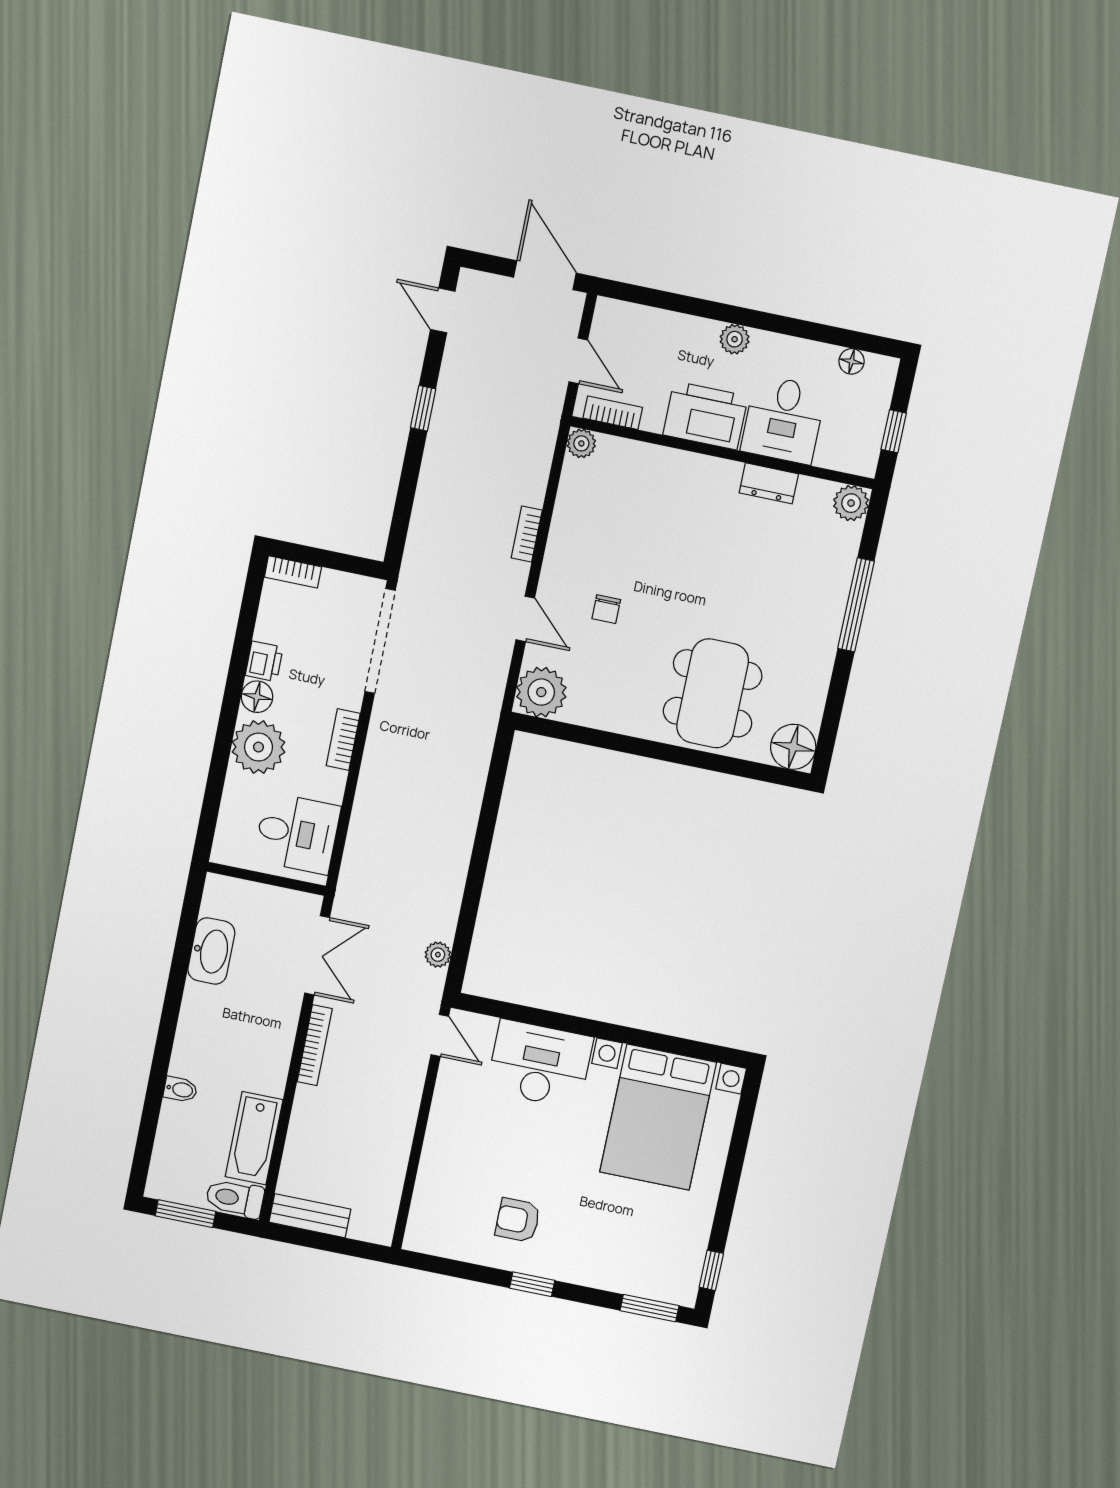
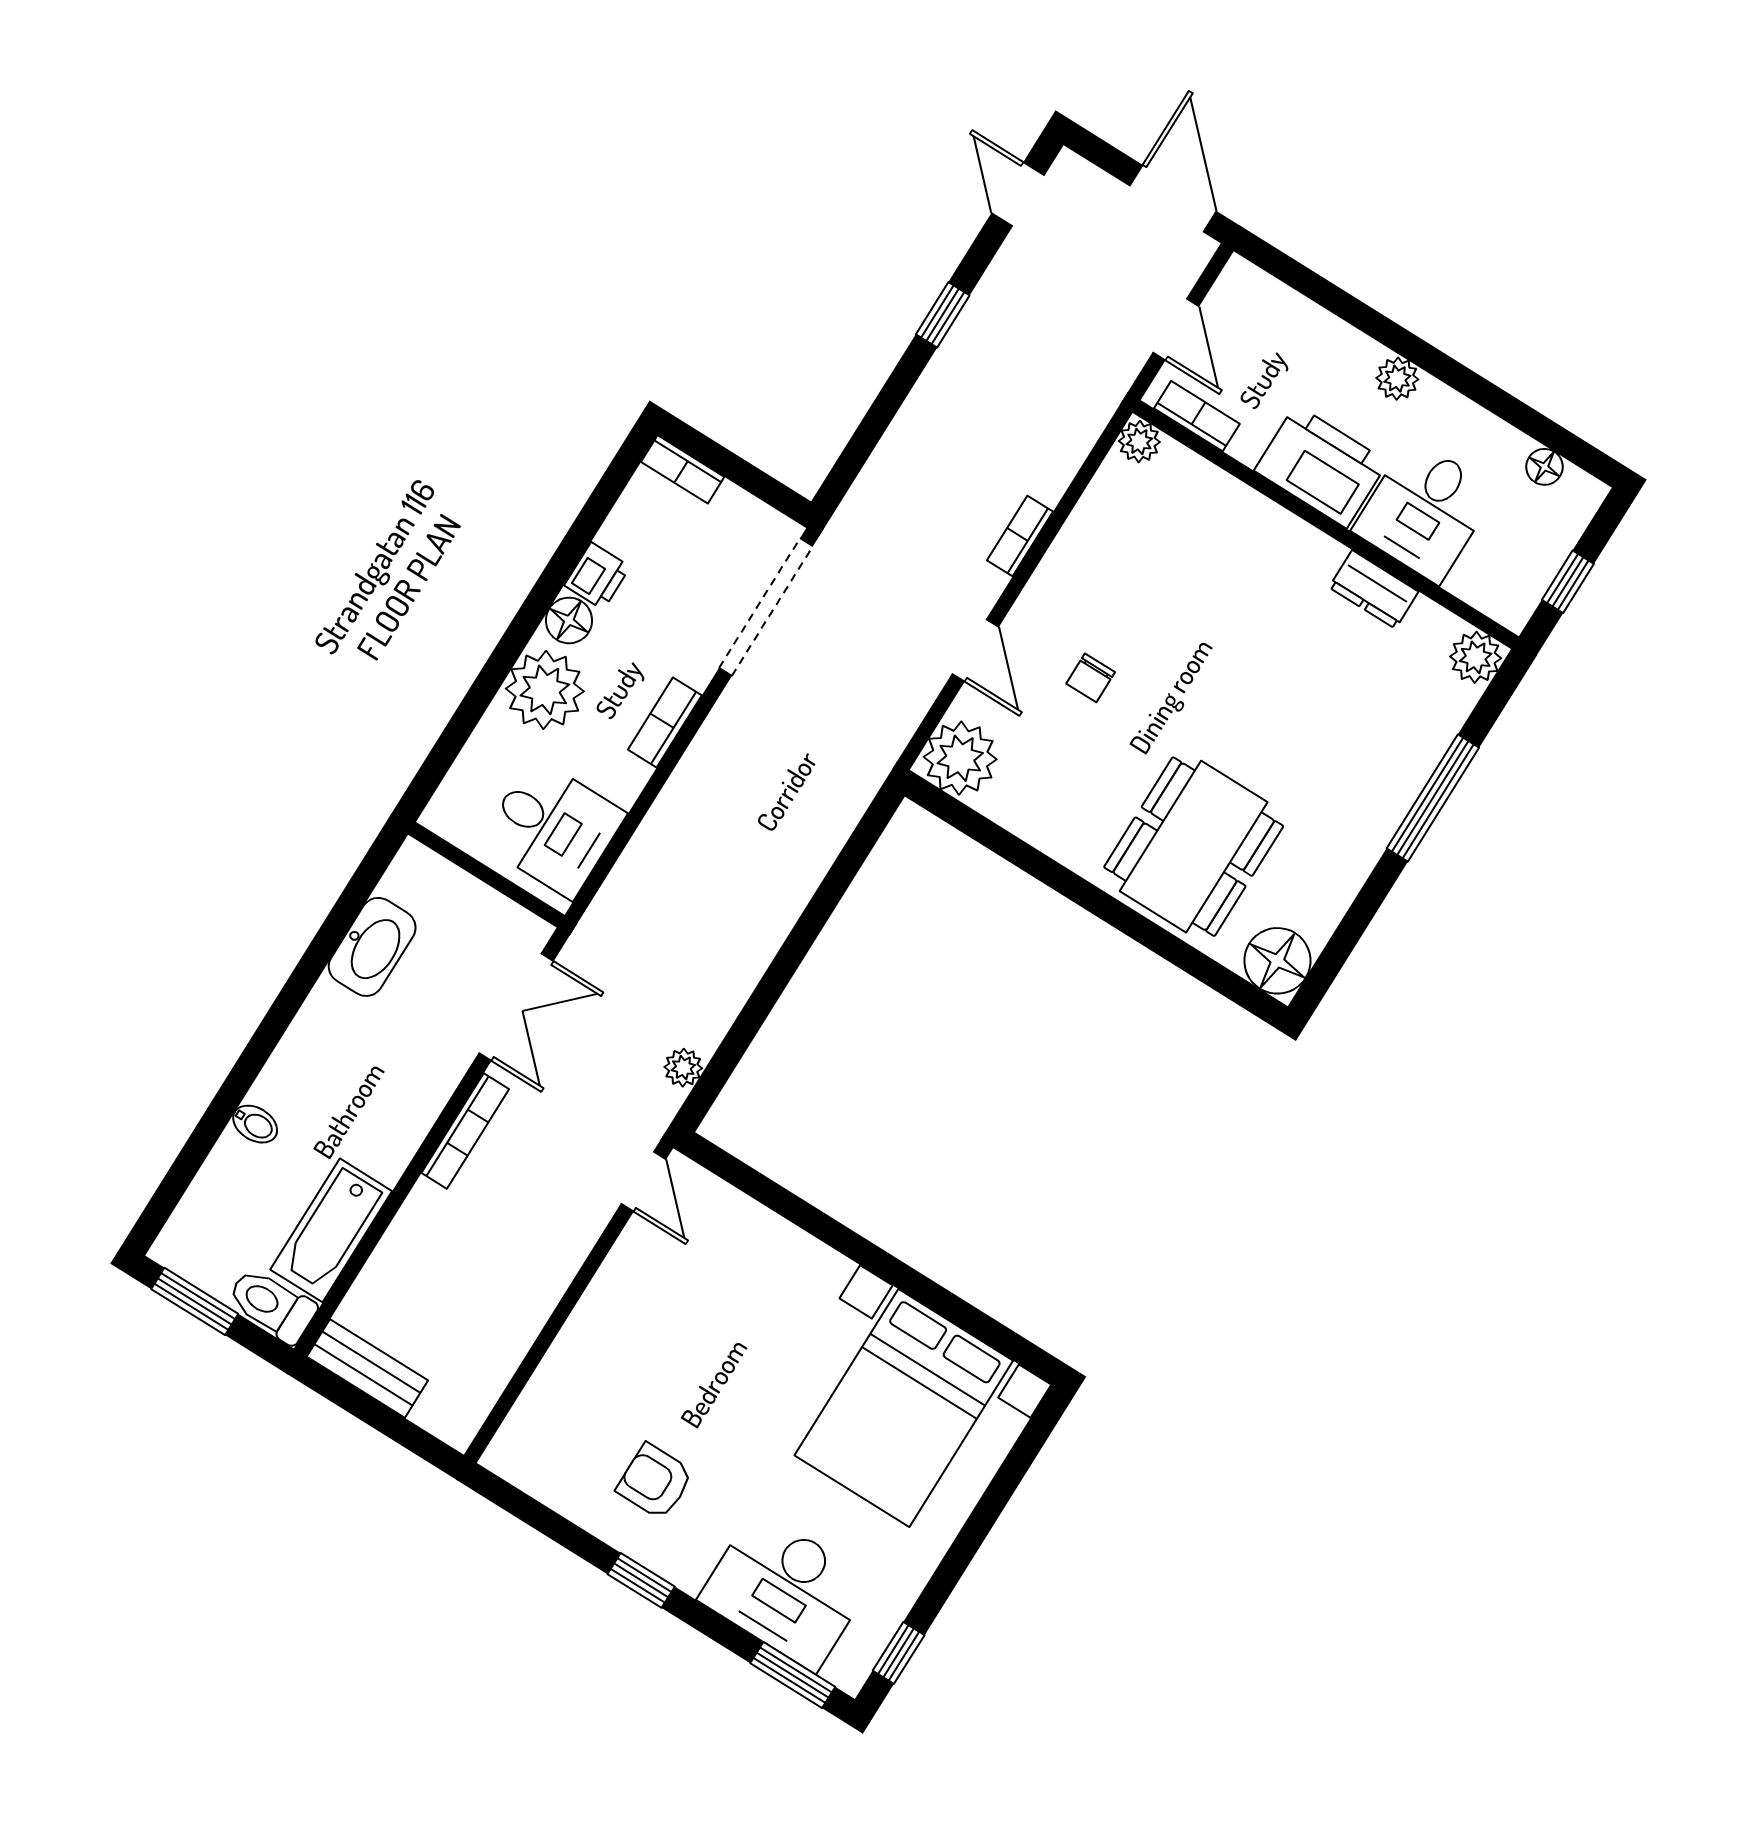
desk: (540, 1064) -> (785, 1590), moved, turned 180

